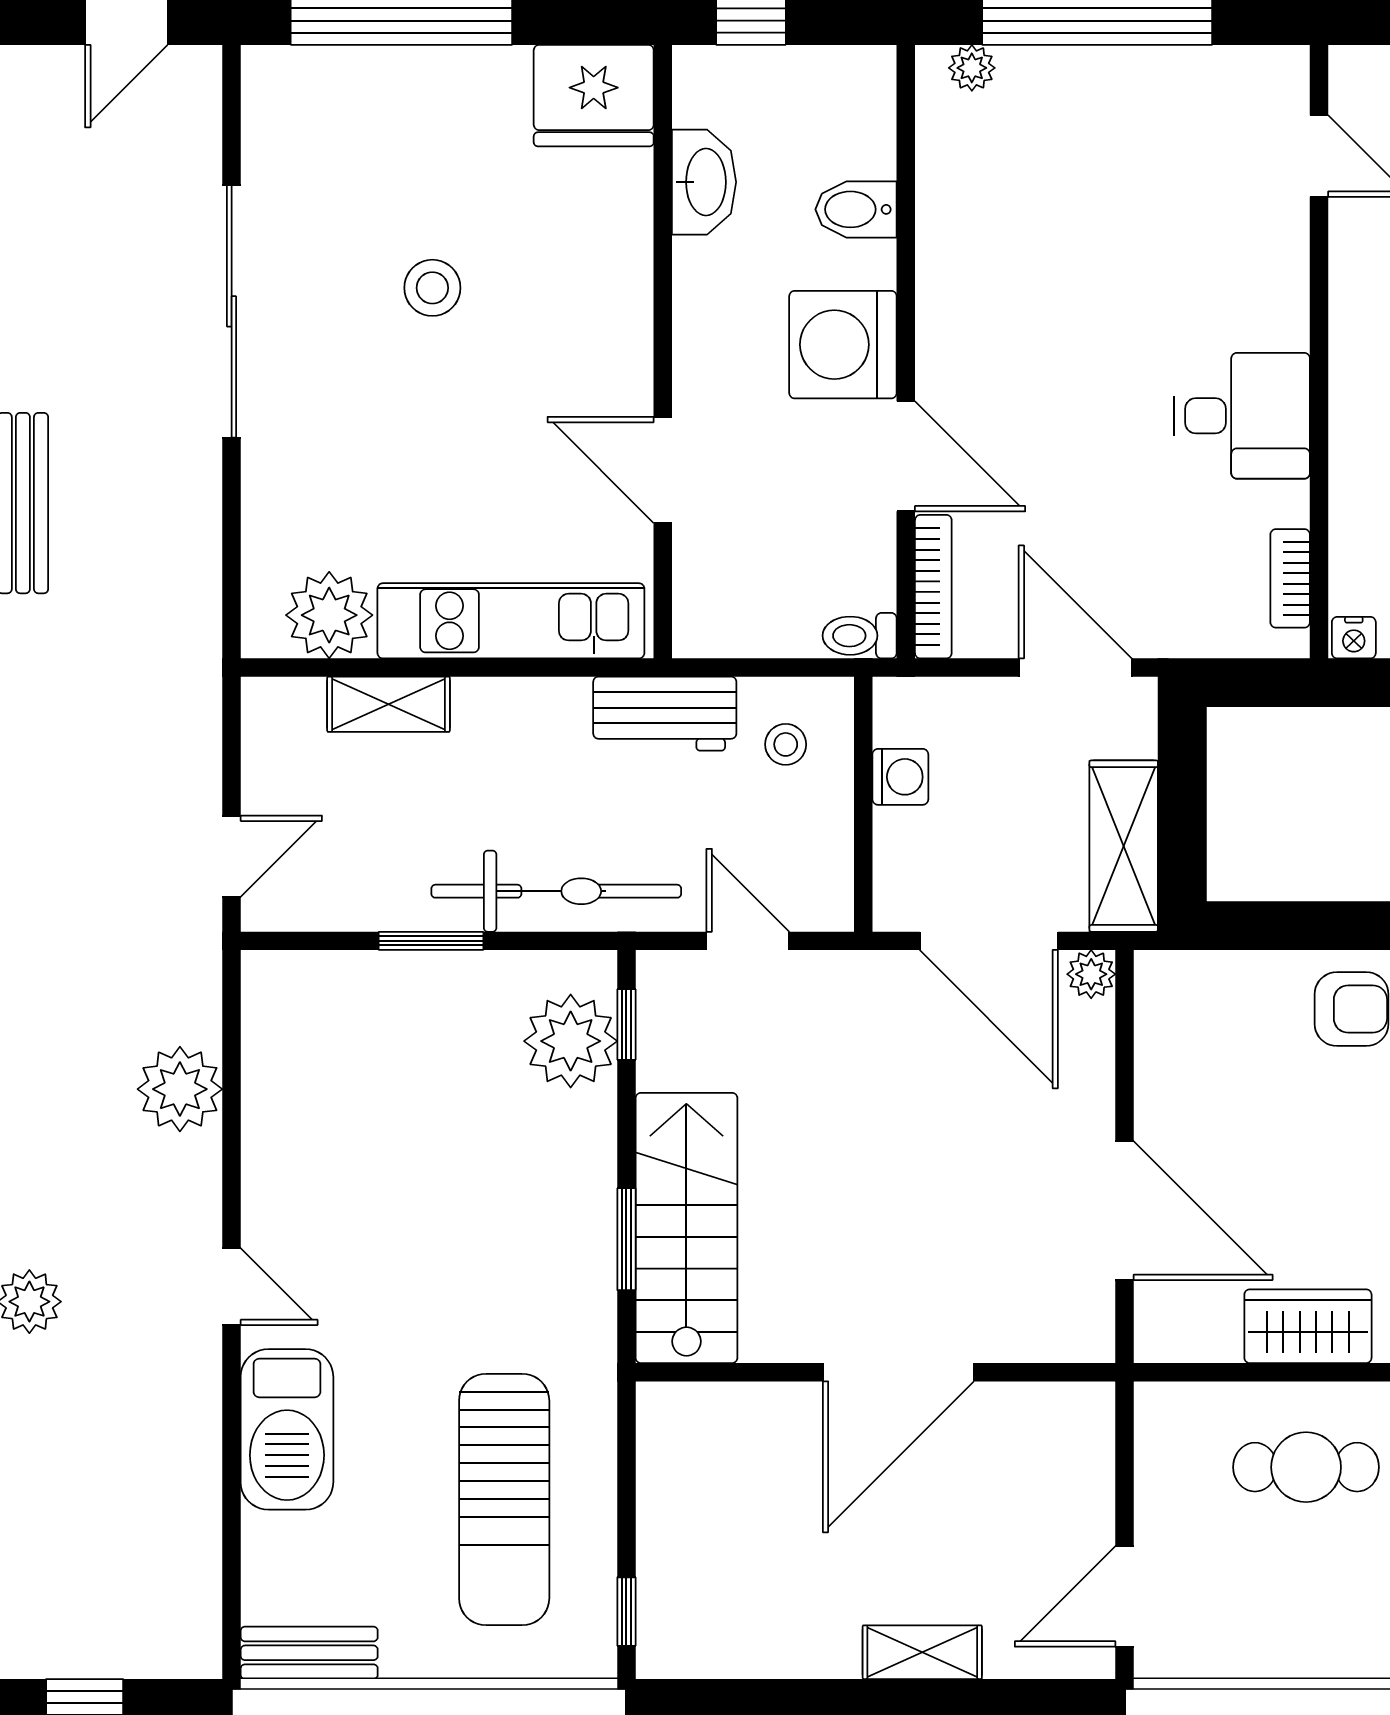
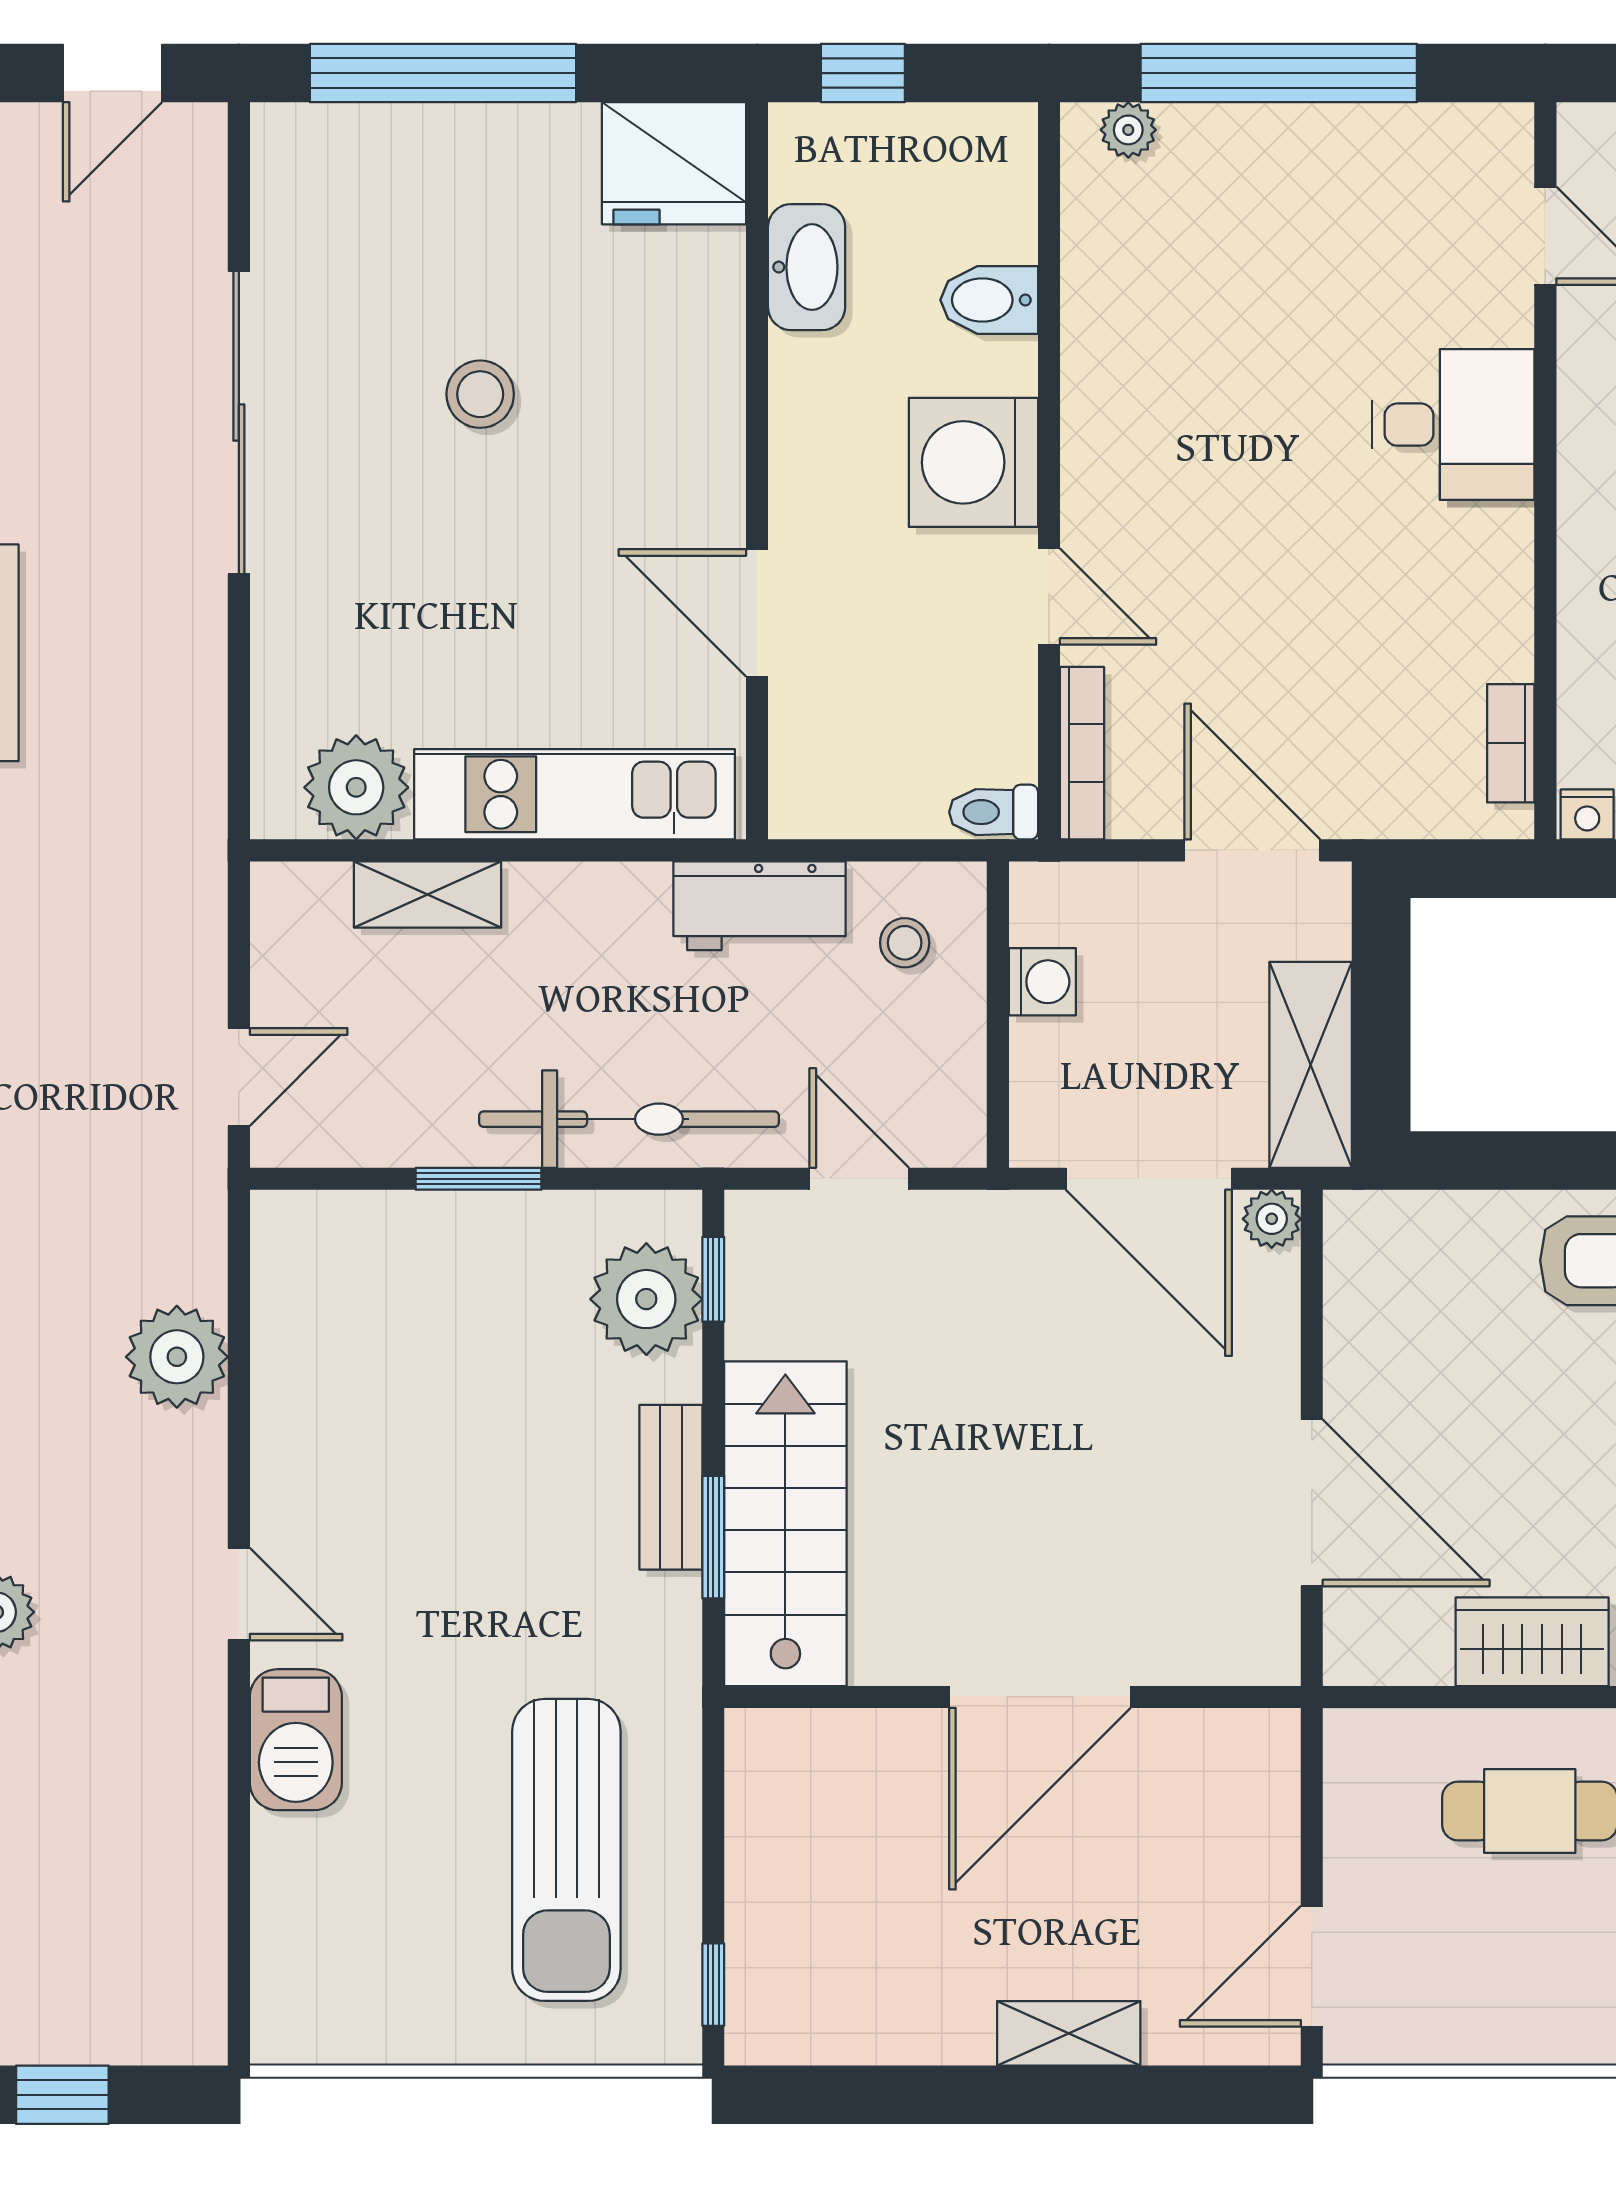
desk: (1242, 416) -> (1453, 425), moved
door: (906, 456) -> (1049, 597), width x0.73
barbecue: (287, 1429) -> (296, 1740), width x0.73, depth x0.83
bench: (309, 1653) -> (671, 1487), moved, turned 90

